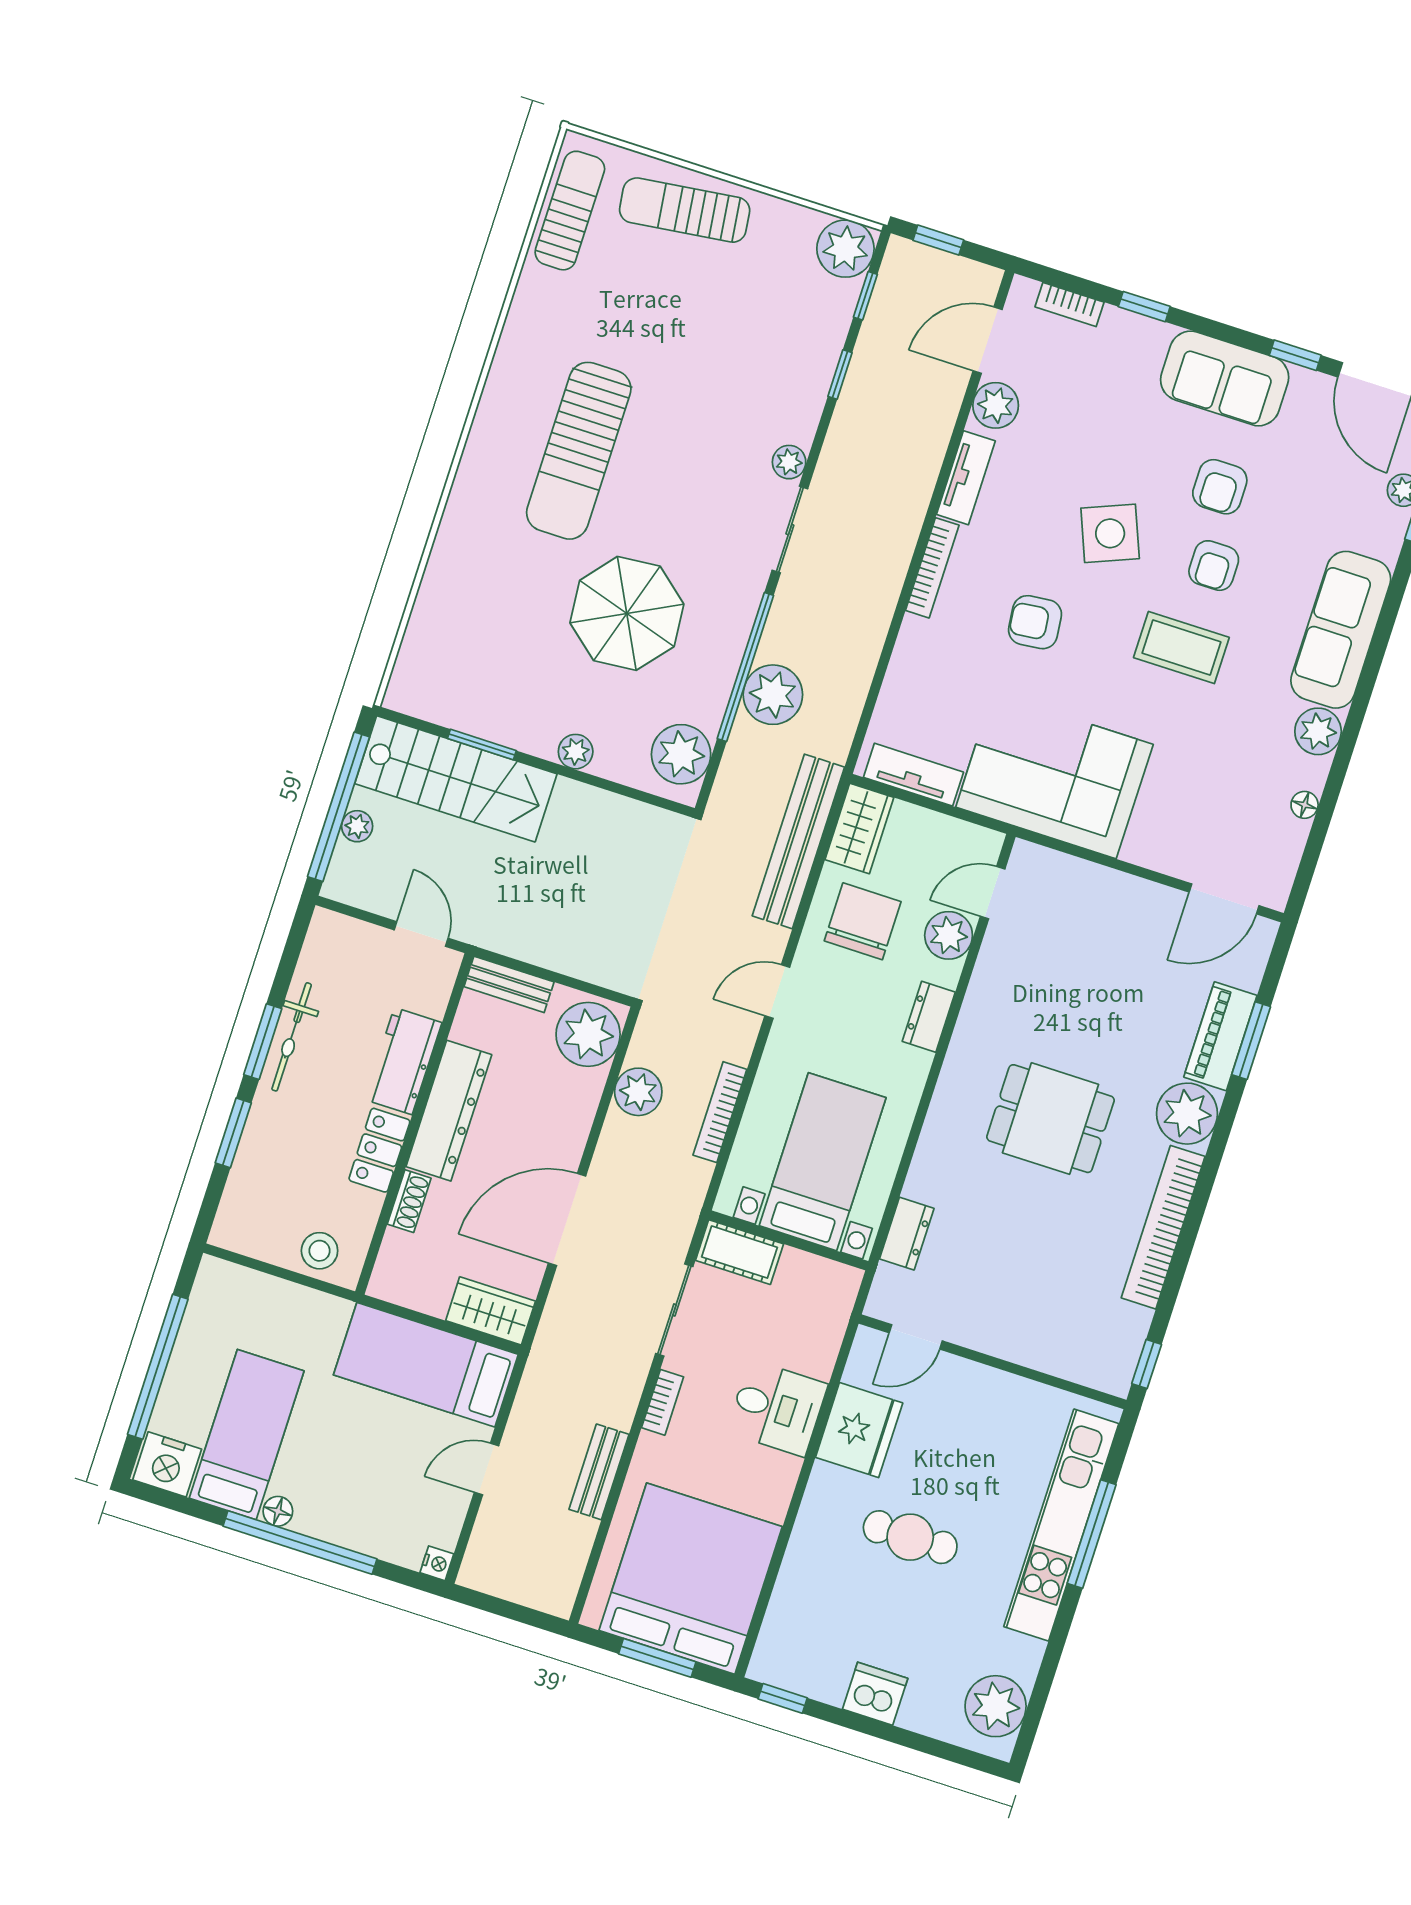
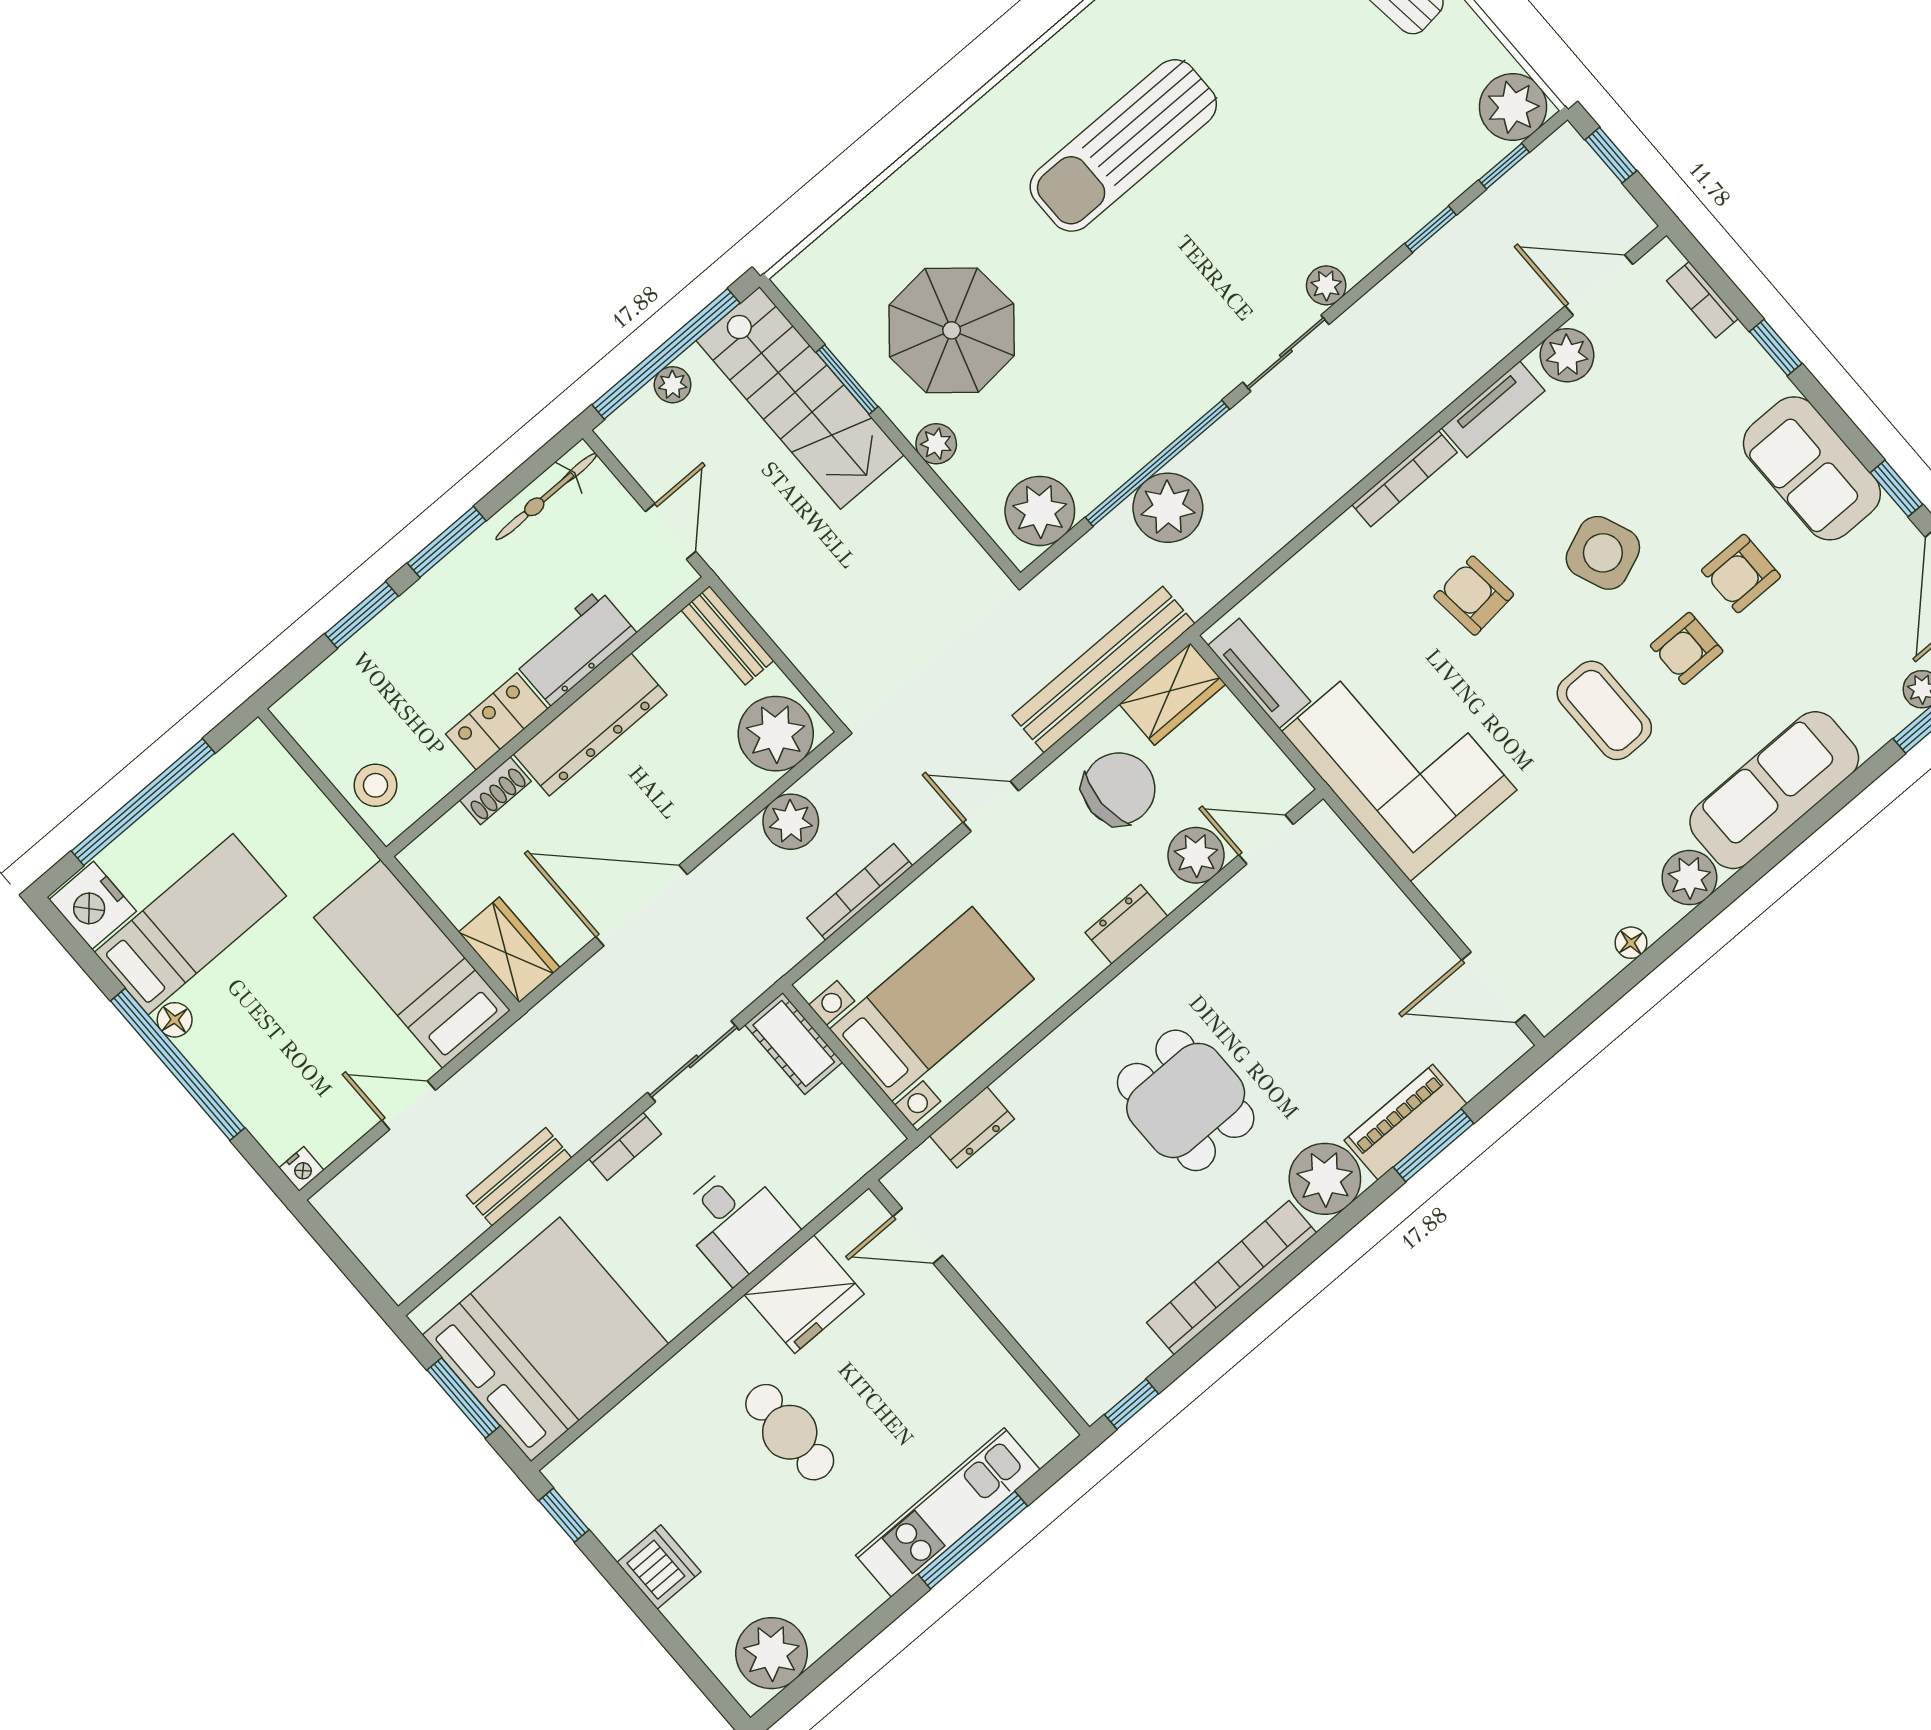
parasol: (627, 613) -> (952, 330), moved
bicycle: (292, 1037) -> (546, 497), moved
kitchen unit: (1061, 1525) -> (948, 1513), width x0.73

